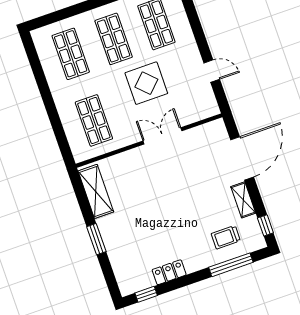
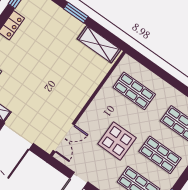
double door: (162, 136) -> (64, 138), moved

